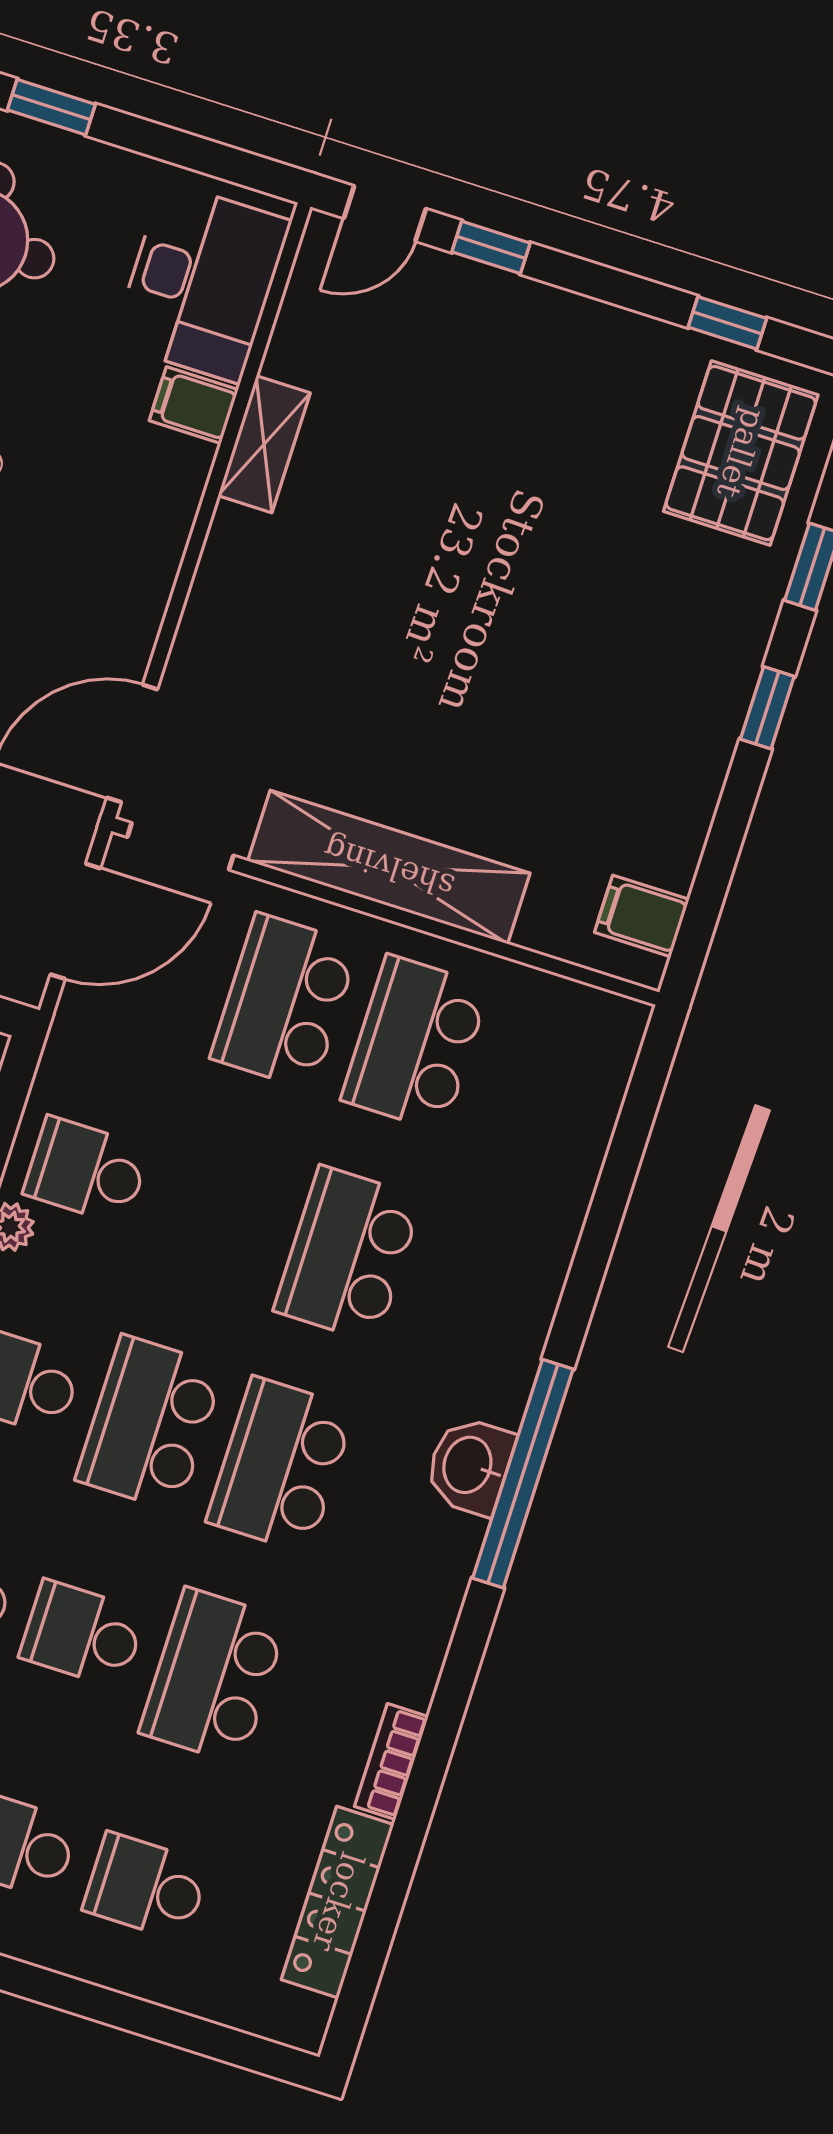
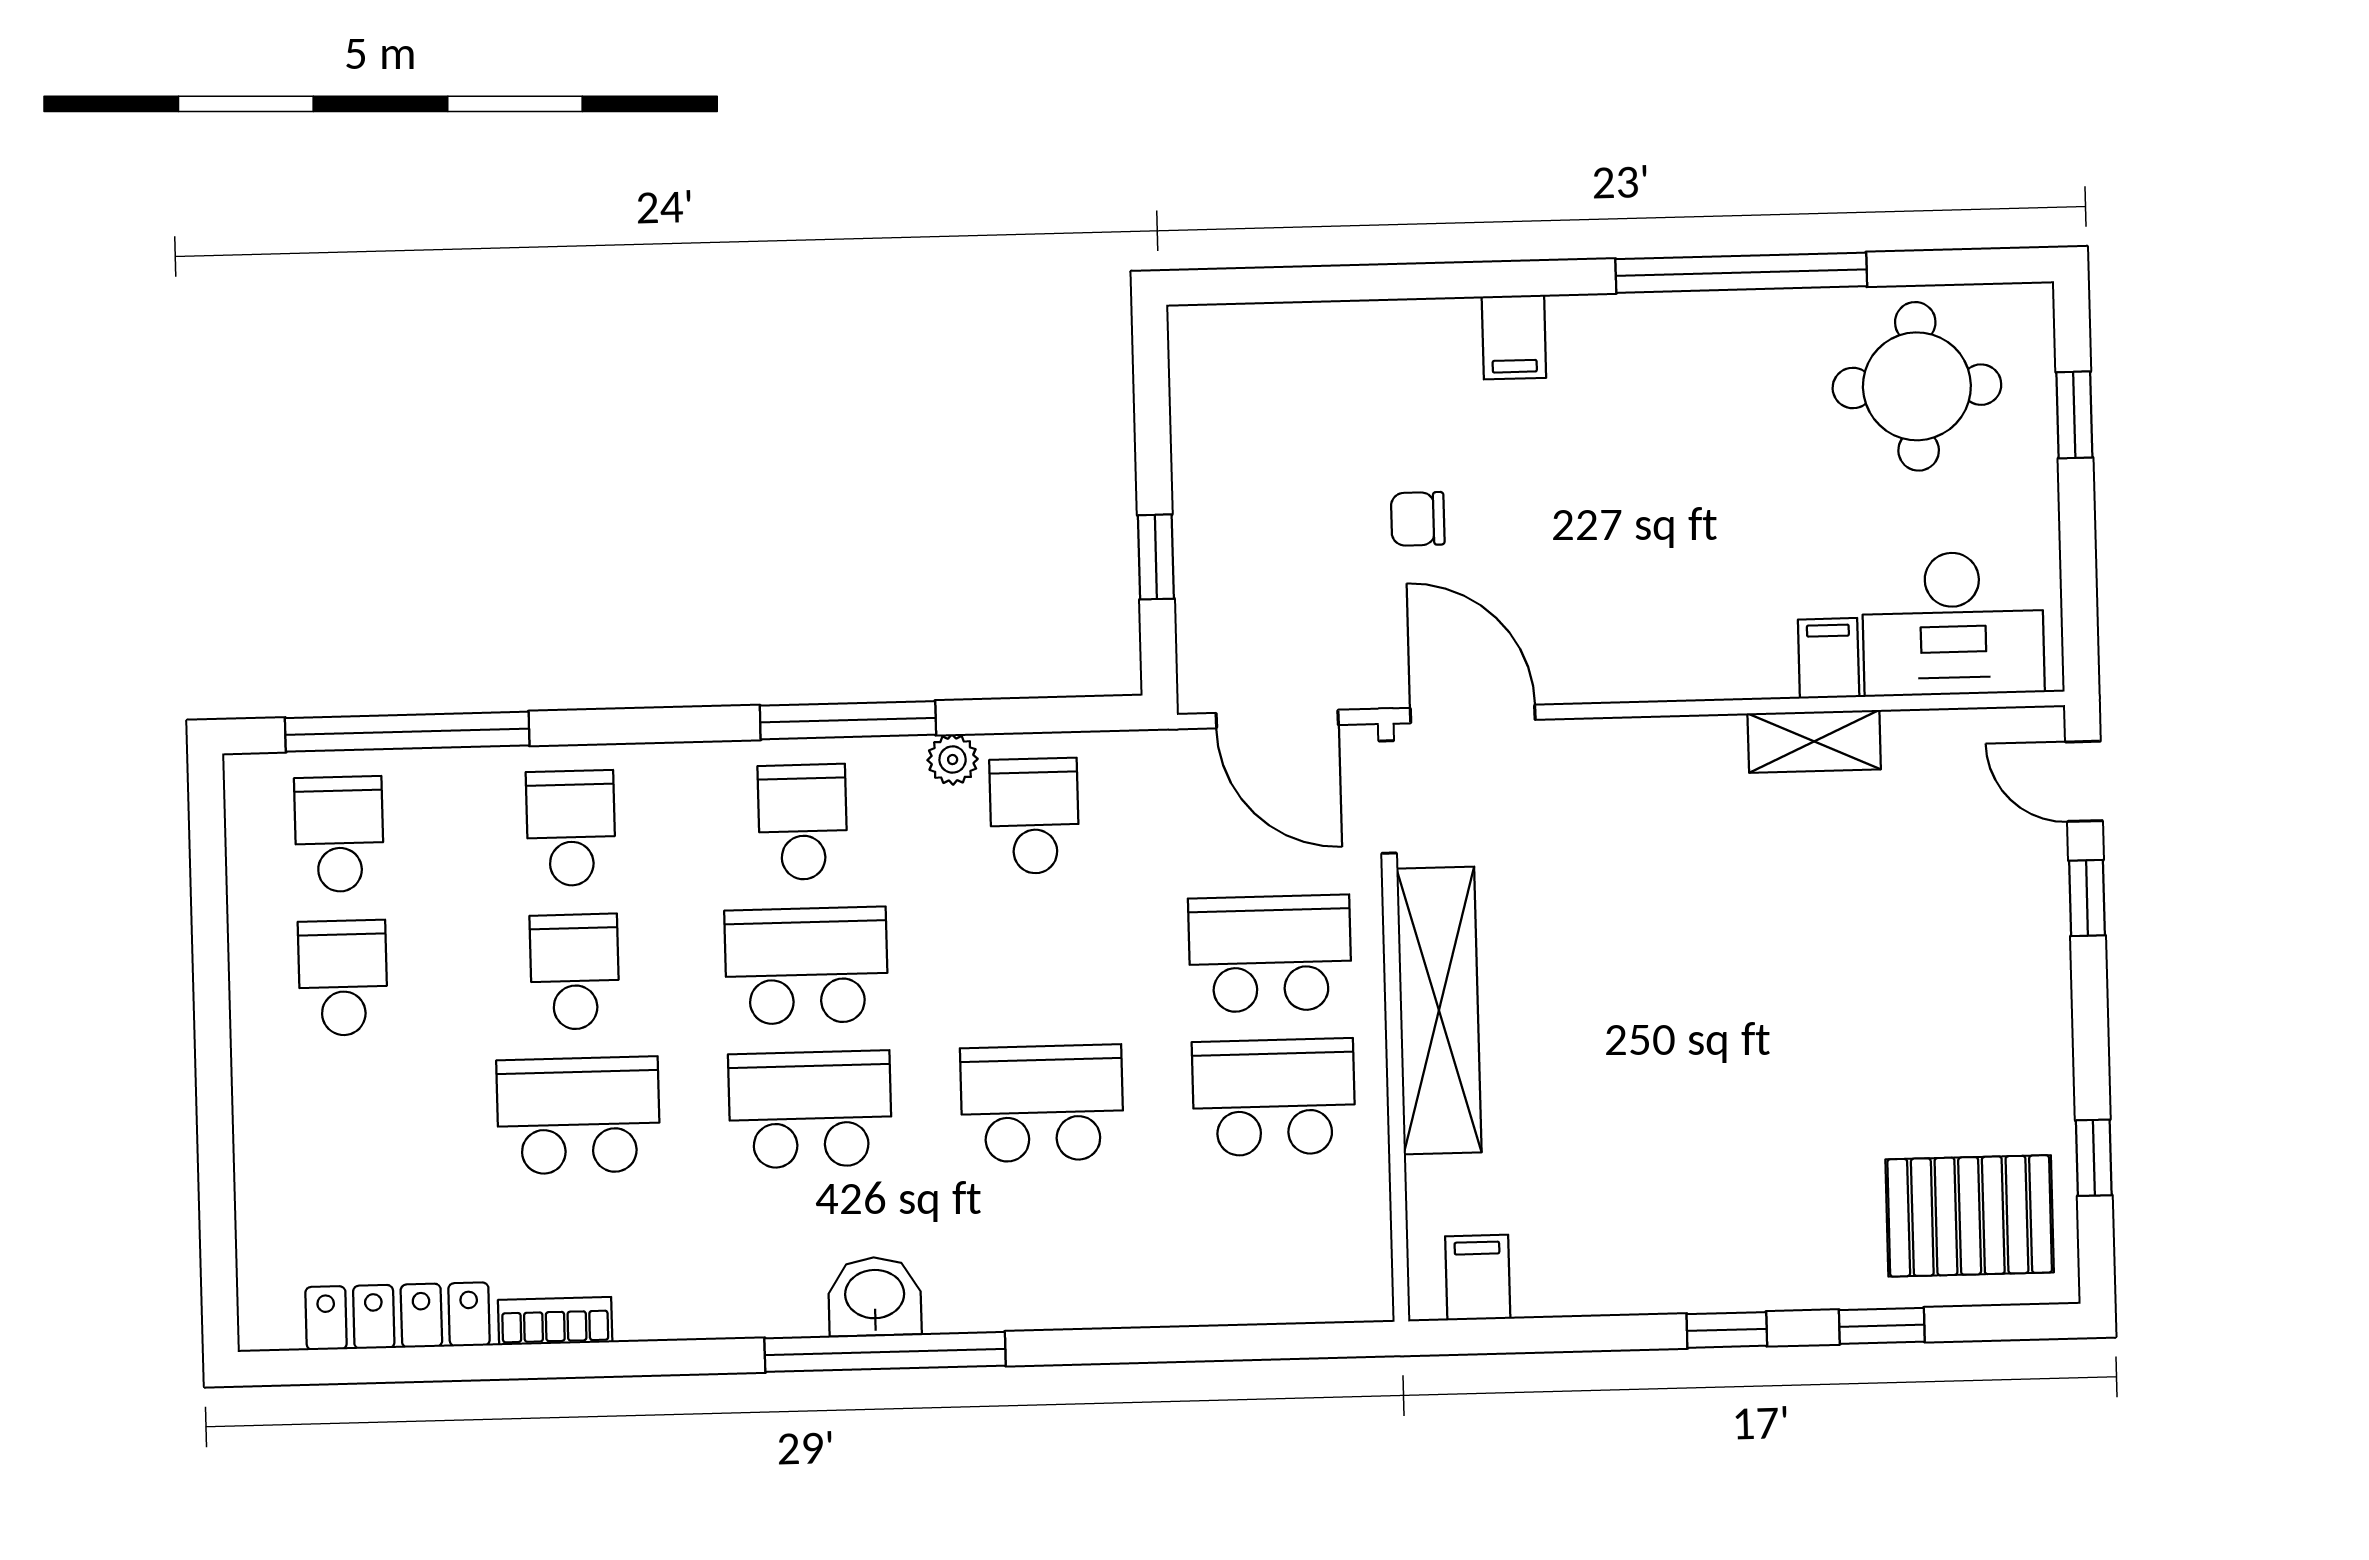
school desk: (146, 1887) -> (347, 1122), removed

